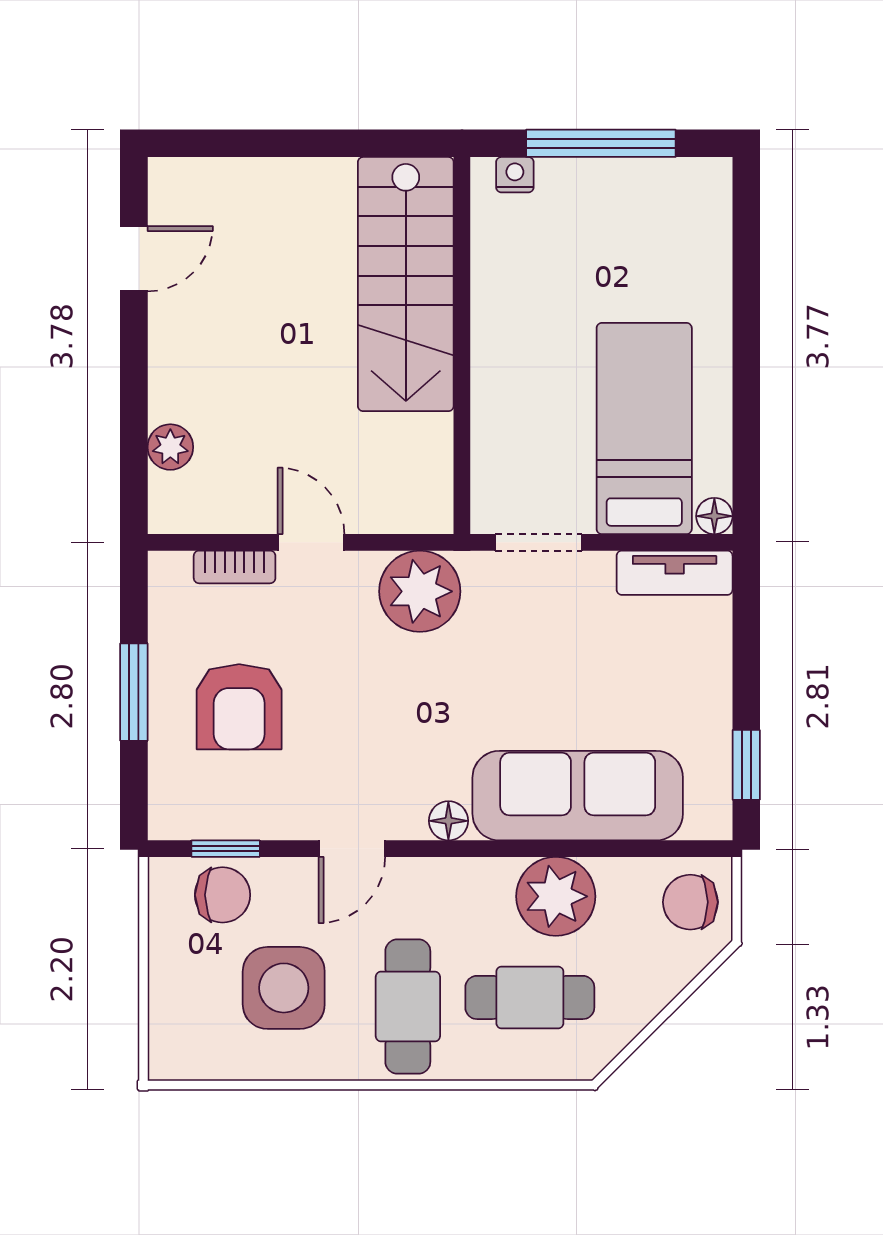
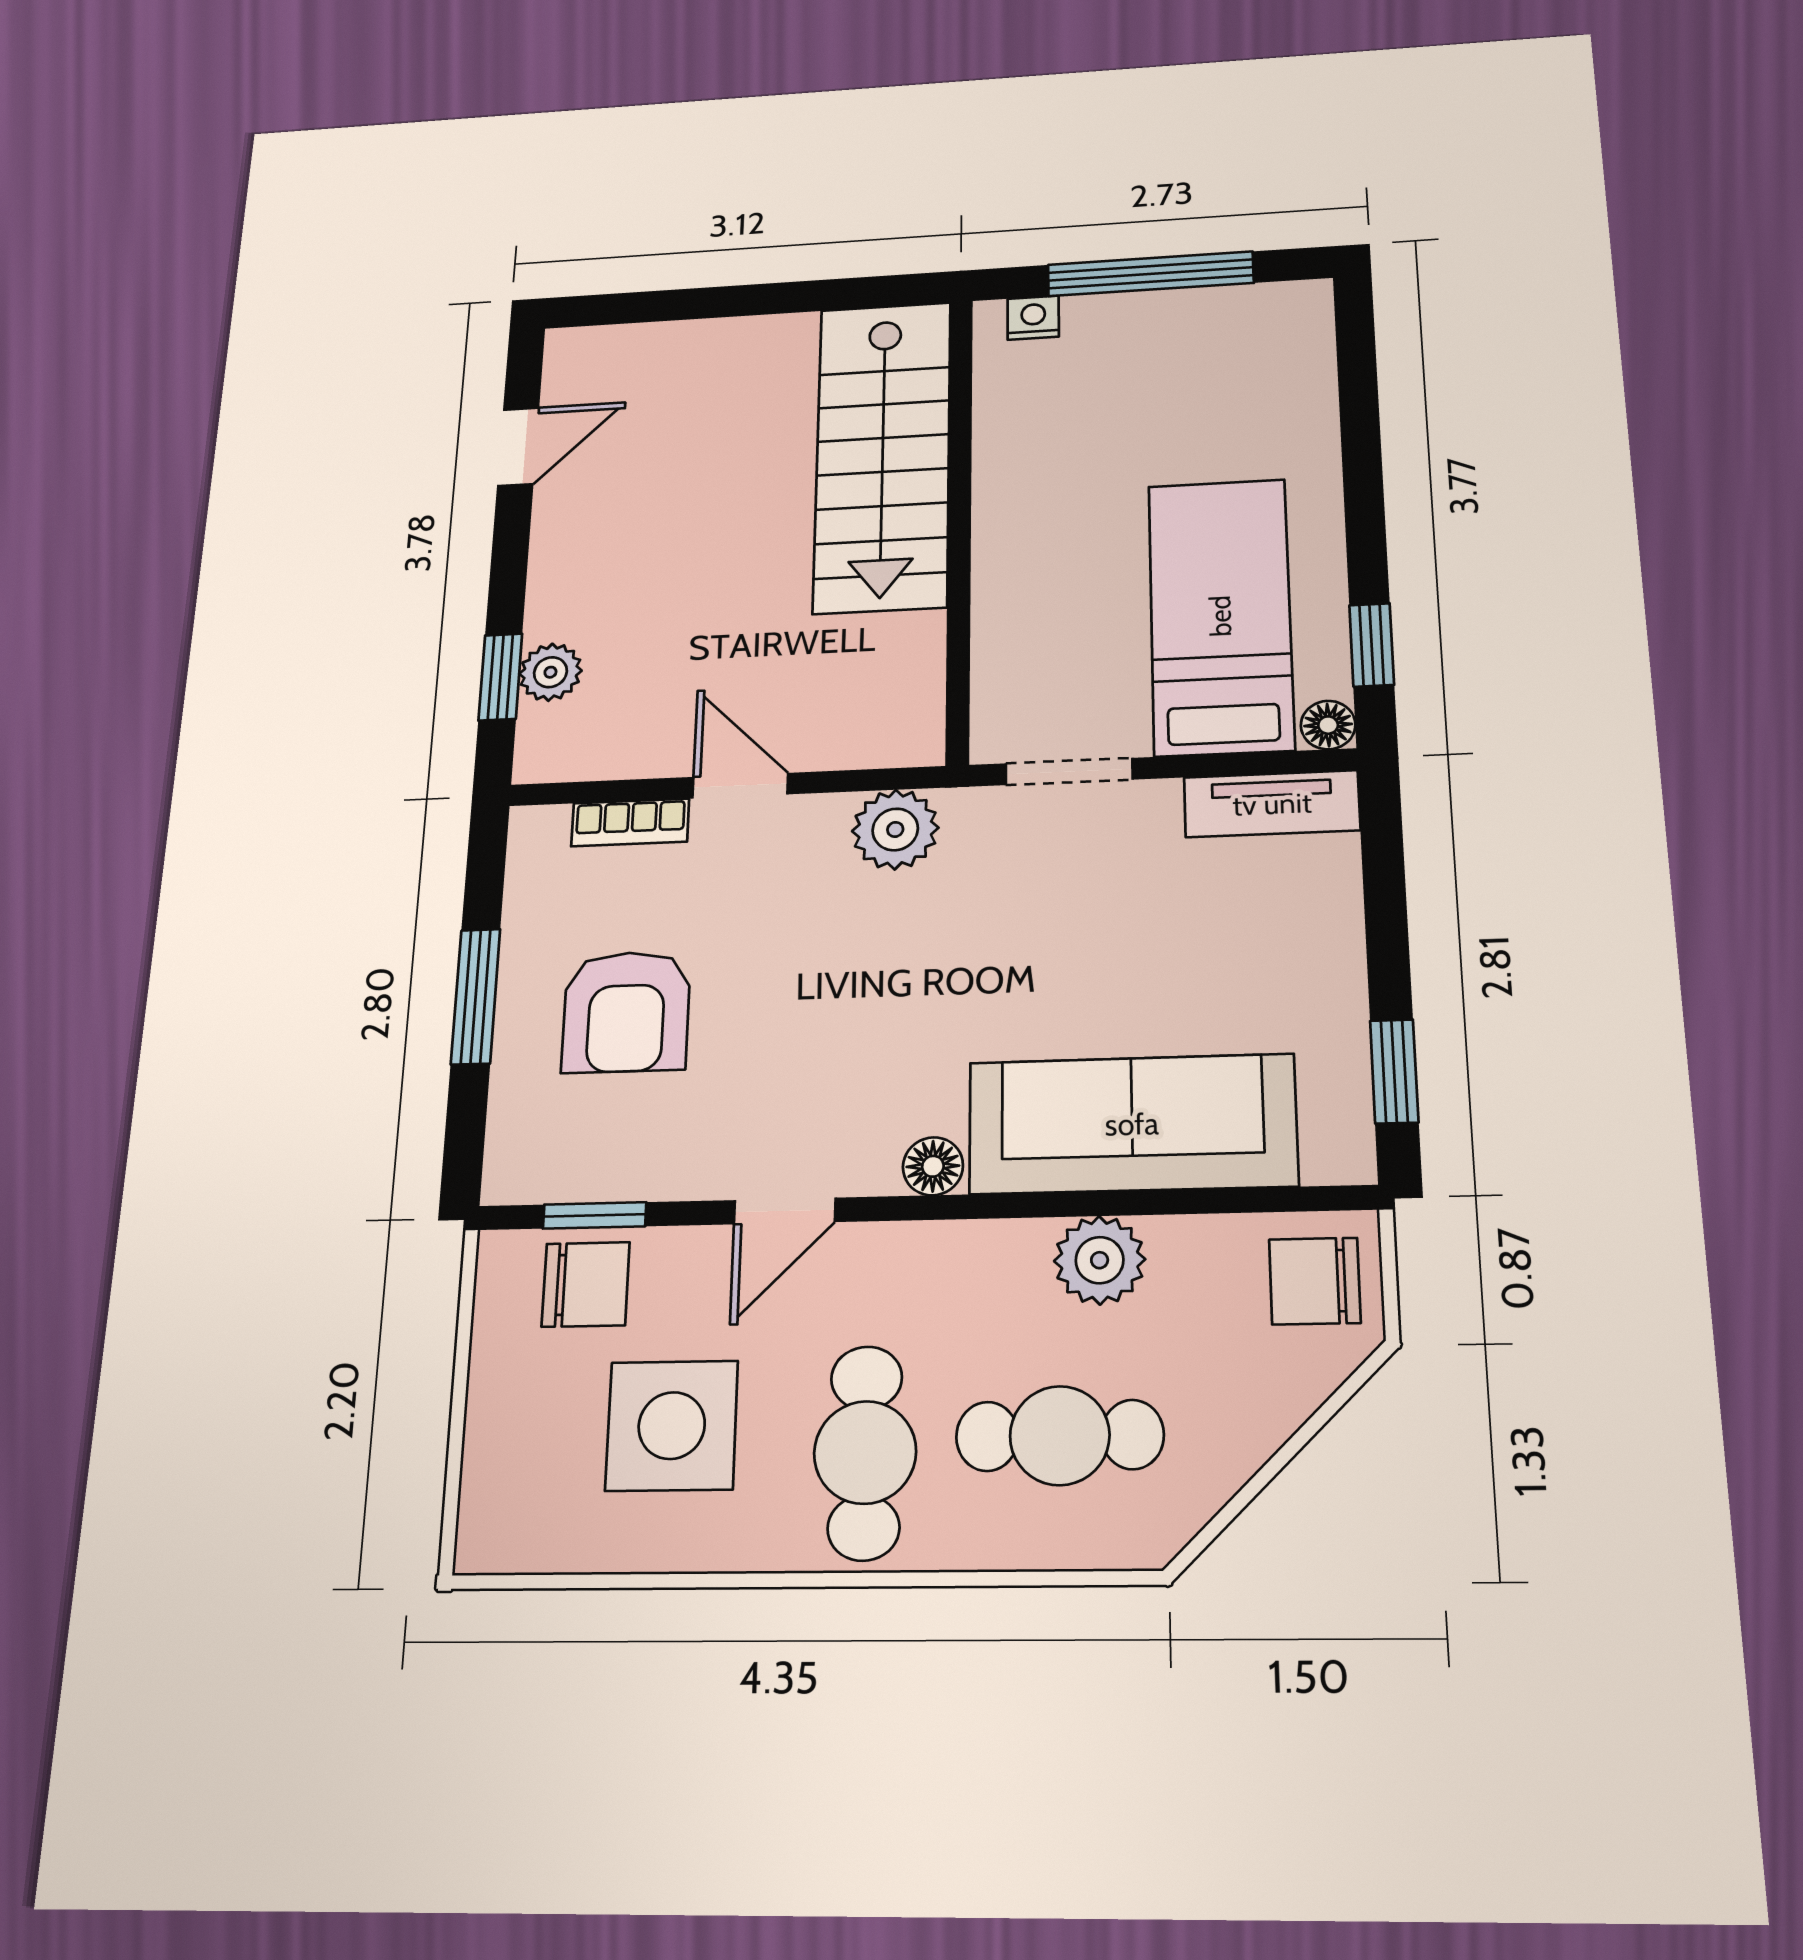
window: (134, 449) -> (500, 677), added
window: (746, 457) -> (1372, 645), added
plant: (420, 591) -> (895, 829), width x0.73, depth x0.73
plant: (556, 896) -> (1100, 1260), width x0.73, depth x0.73

